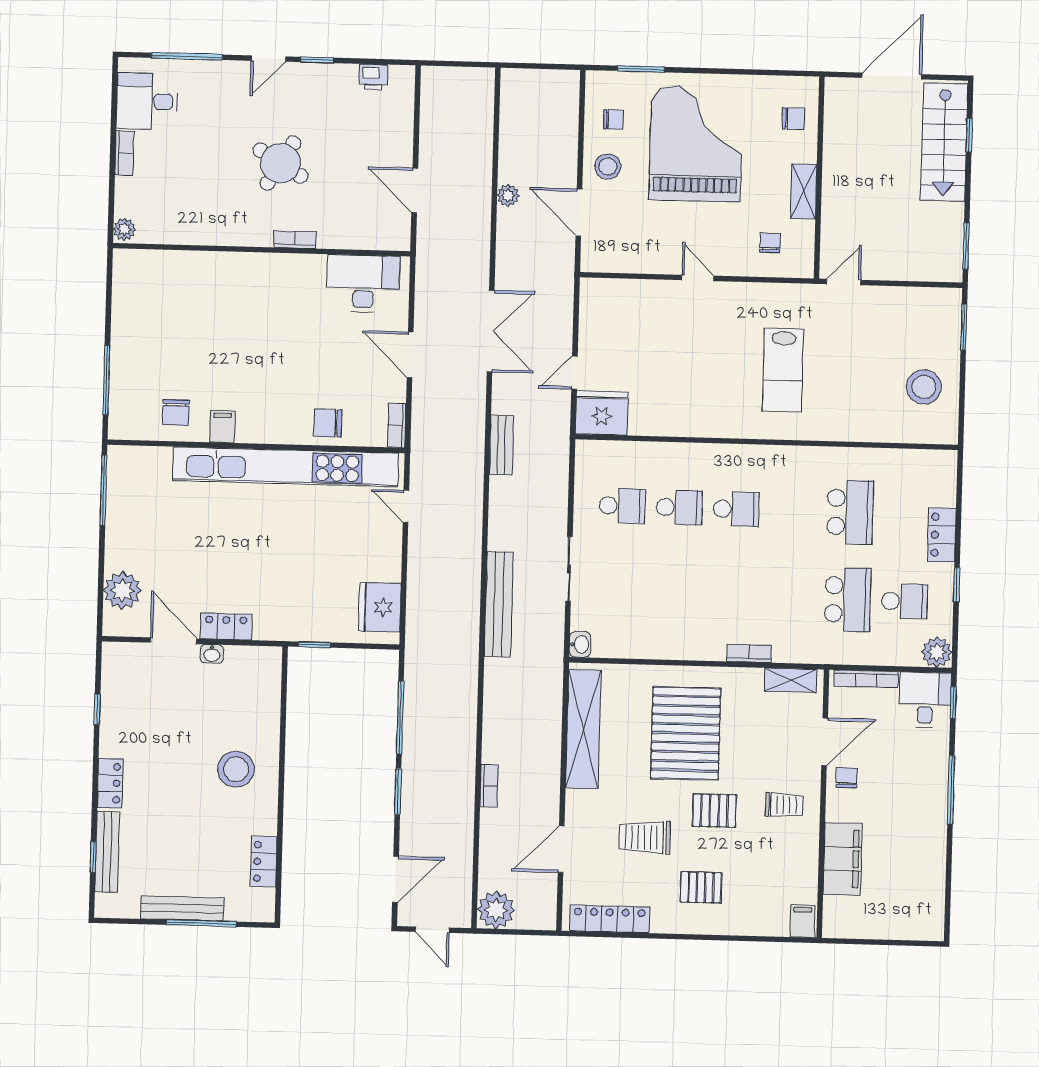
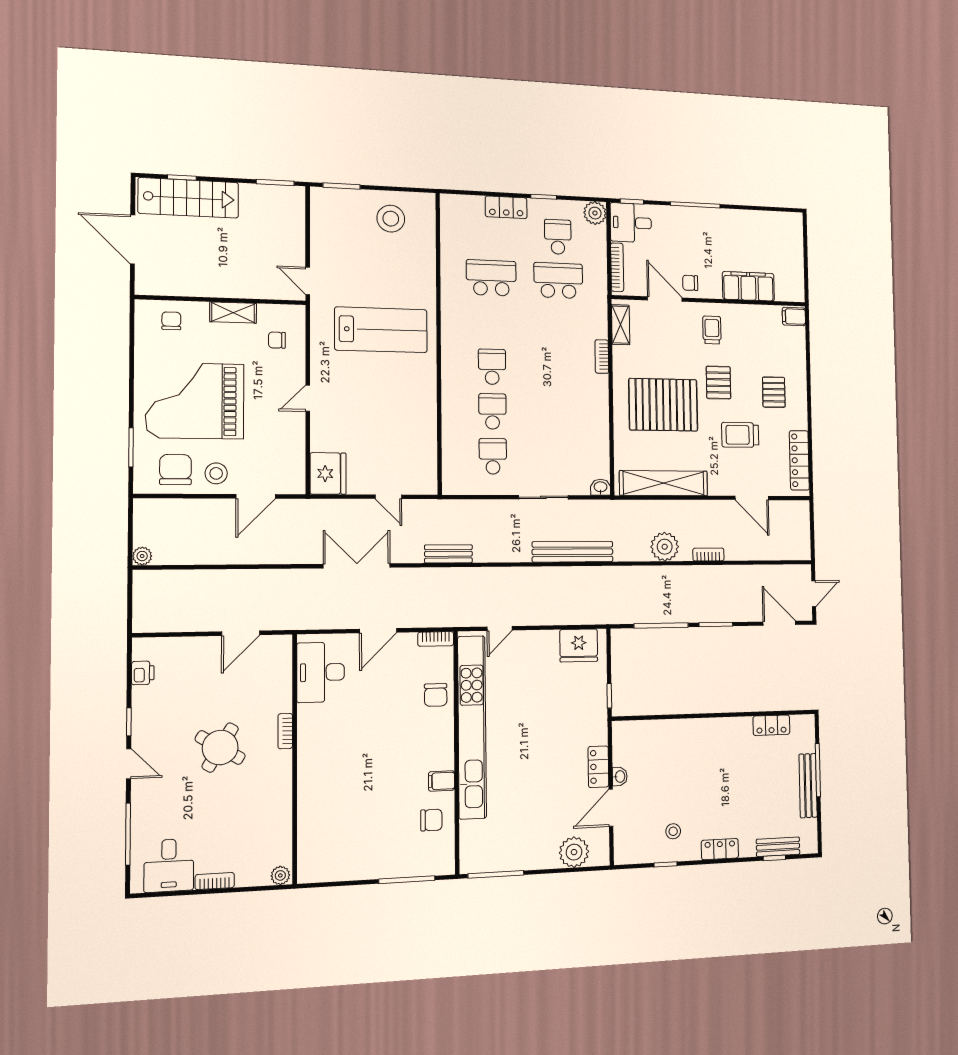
chair: (613, 119) -> (175, 470), width x1.87, depth x1.87
plant: (508, 195) -> (142, 556), moved
lab bench: (783, 370) -> (381, 330), width x1.36, depth x1.39
fridge: (602, 413) -> (328, 474), moved, turned 180
stool: (236, 769) -> (673, 831), moved, width x0.53, depth x0.53
trolley: (645, 837) -> (740, 435), turned 90
bench: (107, 852) -> (778, 847), width x0.73
plant: (496, 910) -> (665, 547), moved

